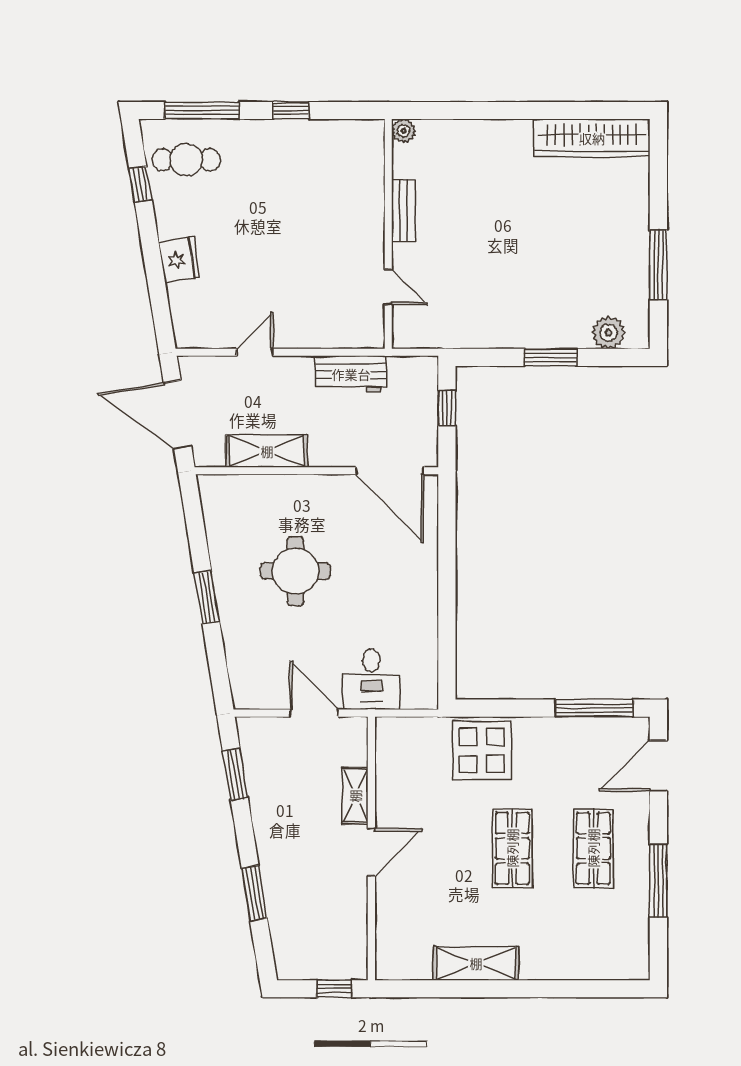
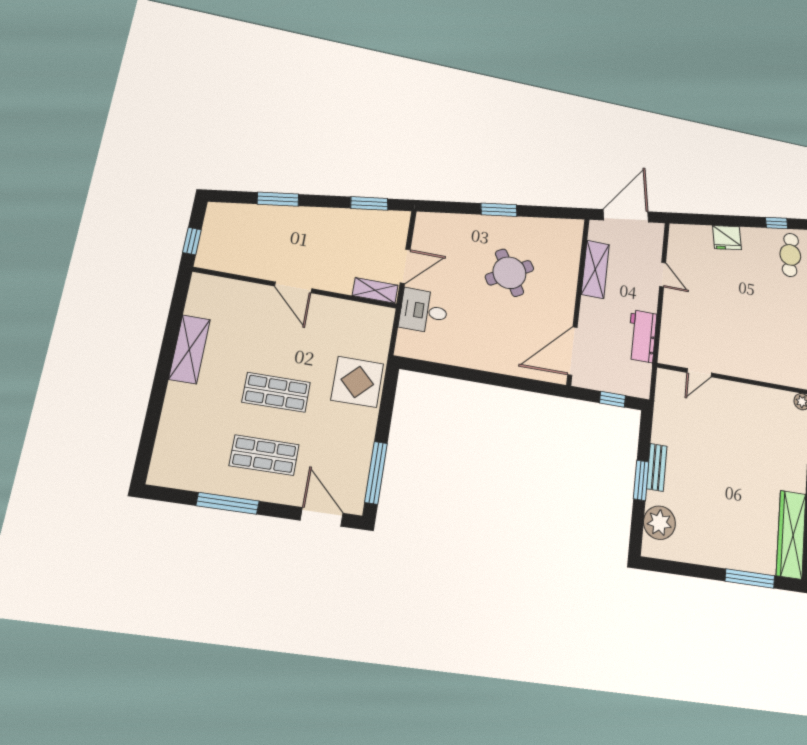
bench: (404, 211) -> (657, 467), moved, turned 90
window: (658, 265) -> (750, 579), moved
plant: (609, 333) -> (659, 523), width x1.36, depth x1.36
round table: (295, 571) -> (509, 273), turned -30
shelving: (355, 796) -> (375, 290), moved

